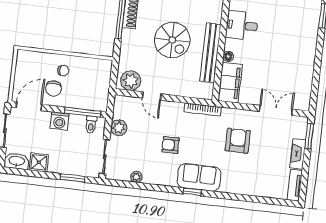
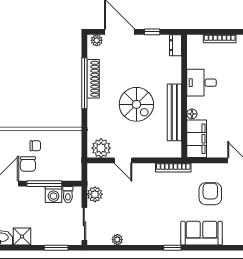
window: (83, 112) -> (44, 184), moved
washing machine: (59, 121) -> (53, 194), moved
armchair: (171, 145) -> (146, 205), removed
sofa: (199, 177) -> (202, 233), moved

